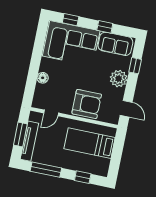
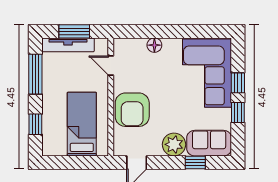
window: (71, 20) -> (238, 83), moved
sofa: (115, 44) -> (209, 143), moved, turned 90

